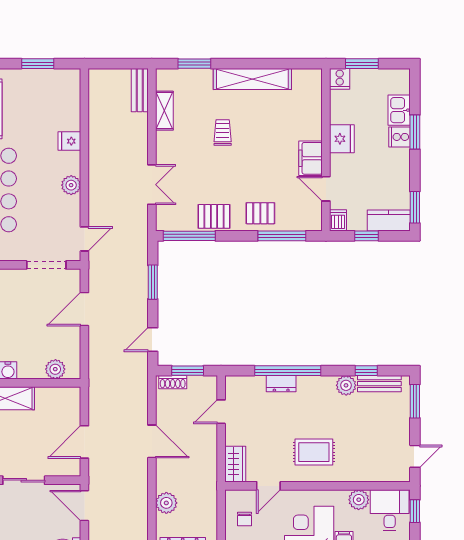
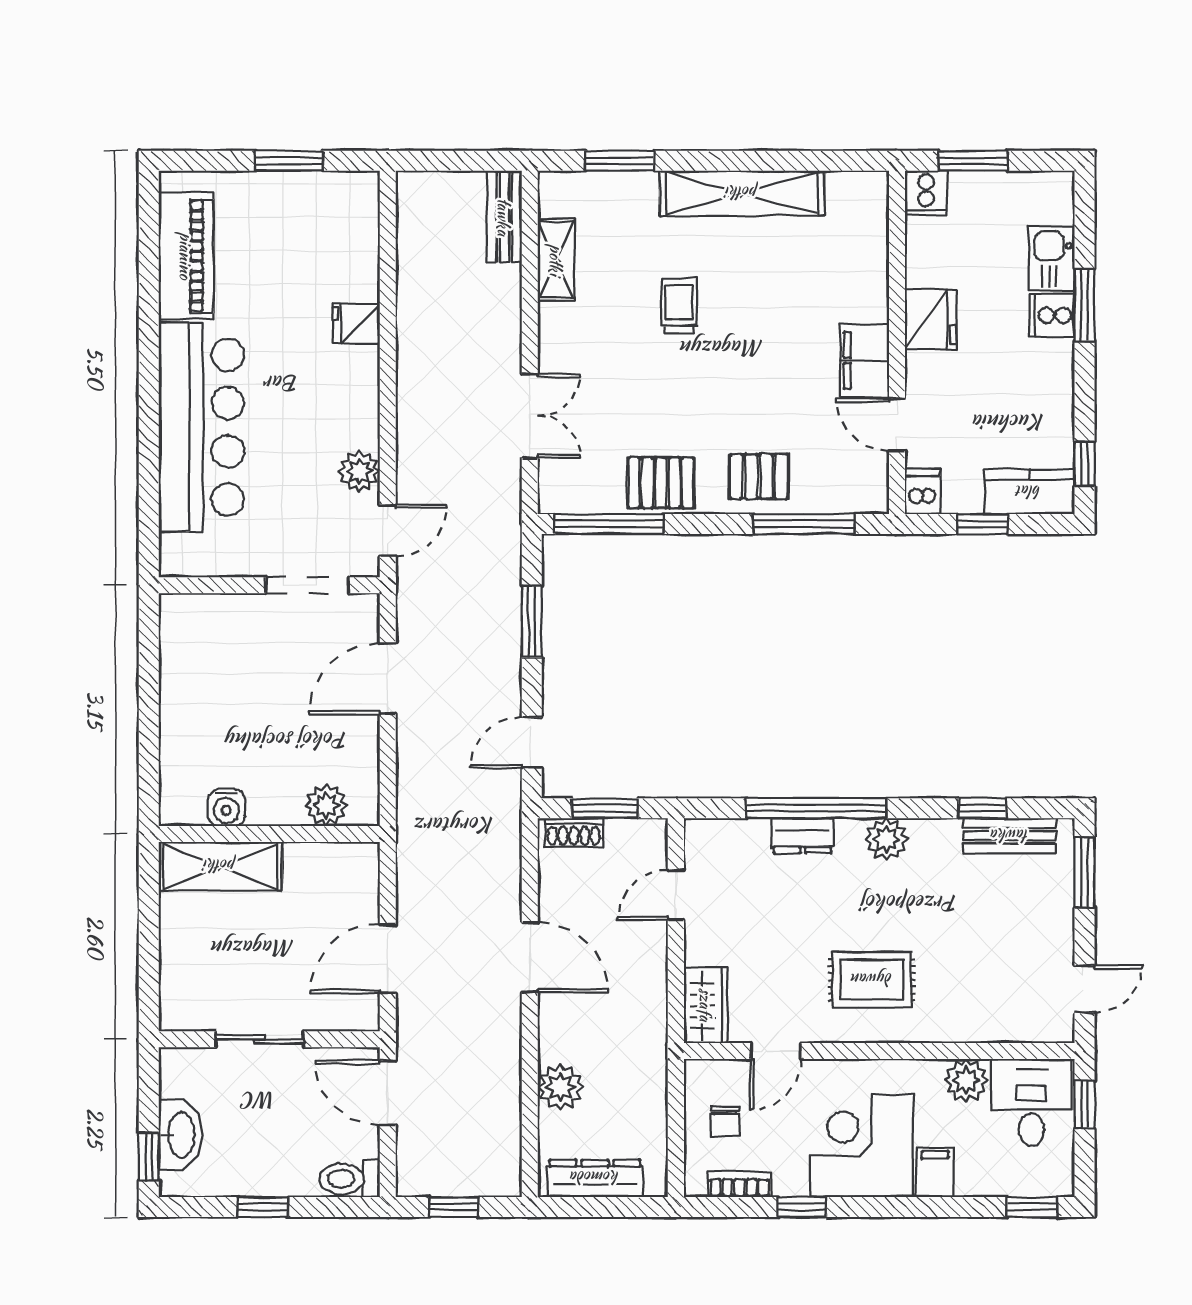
plant: (71, 185) -> (359, 471), moved
window: (415, 207) -> (1084, 464), width x0.67
plant: (346, 385) -> (886, 839), moved

